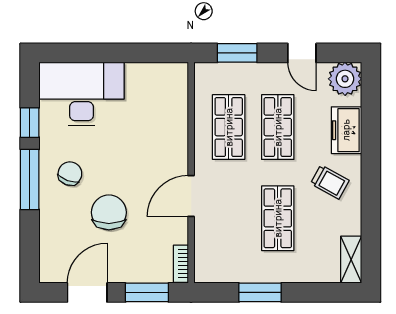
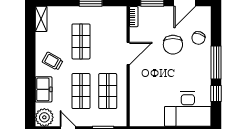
chair: (70, 174) -> (198, 38), moved

